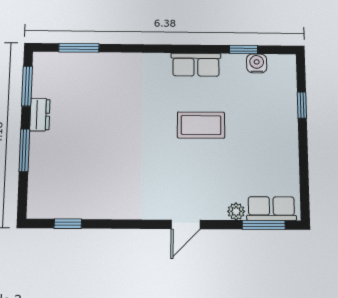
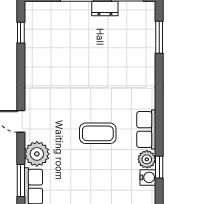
plant: (234, 64) -> (147, 159), added
coffee table: (201, 125) -> (98, 133), turned 90
plant: (236, 211) -> (37, 154), width x1.87, depth x1.87

